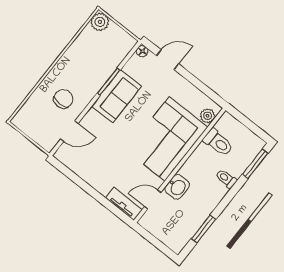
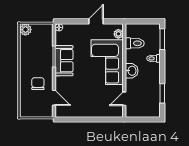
door: (168, 60) -> (96, 21), moved
door: (69, 131) -> (54, 98), hinge flipped
washbasin: (177, 187) -> (132, 71), moved
tv unit: (124, 204) -> (111, 113), removed

